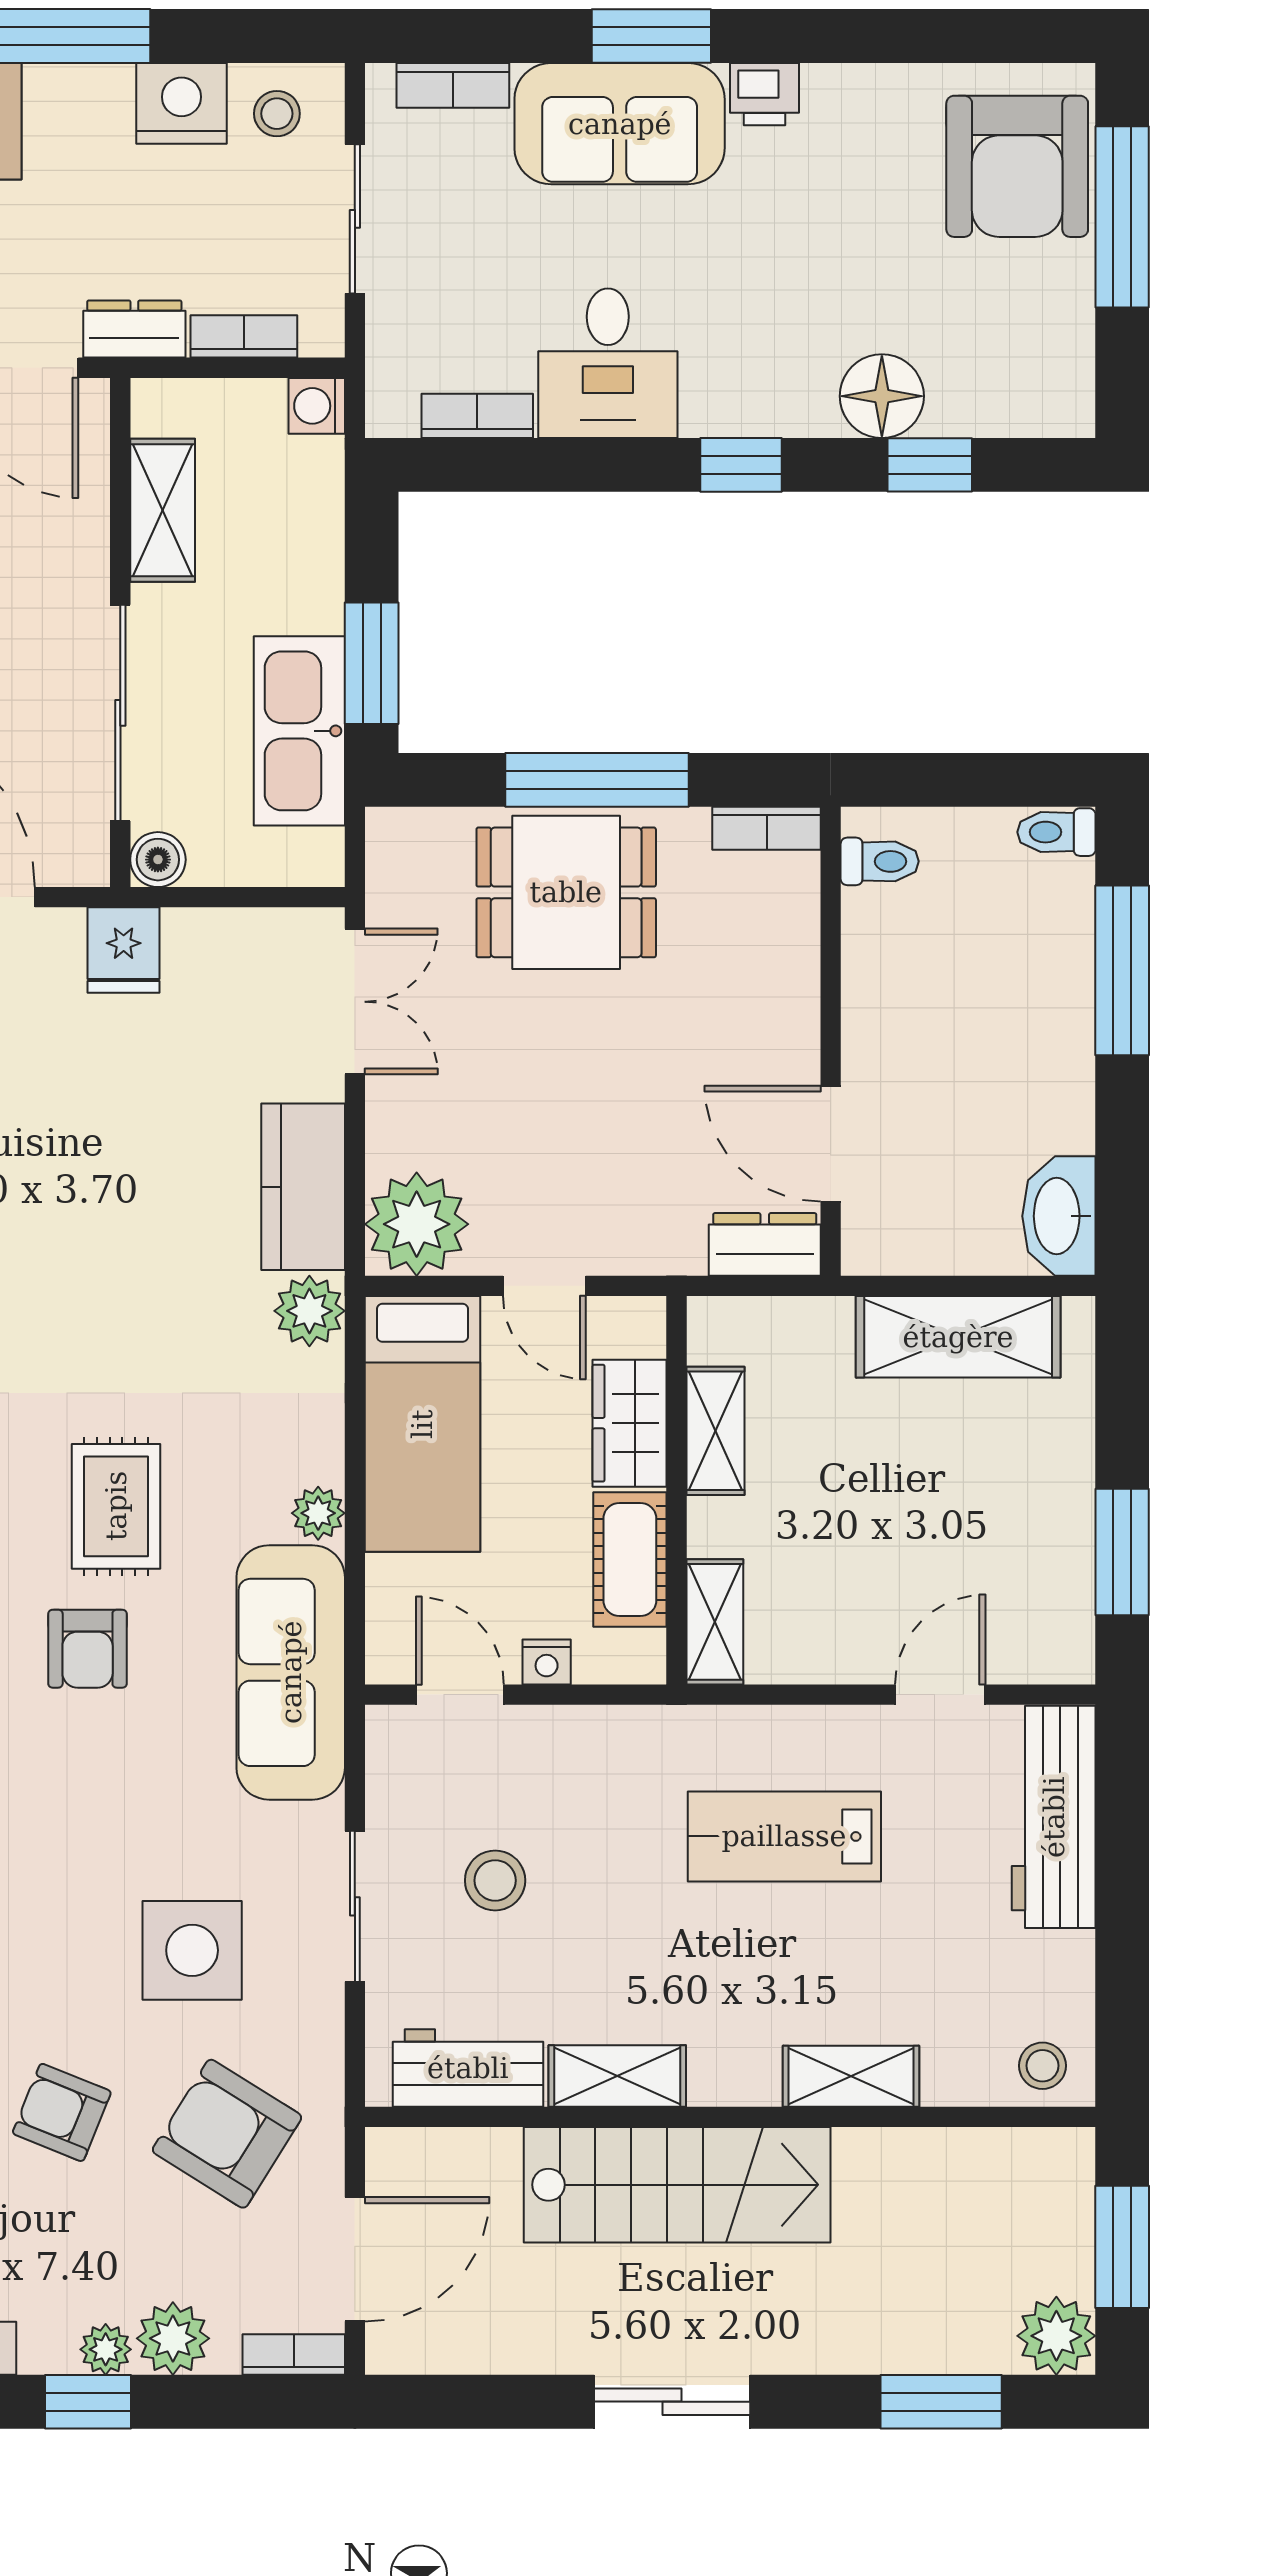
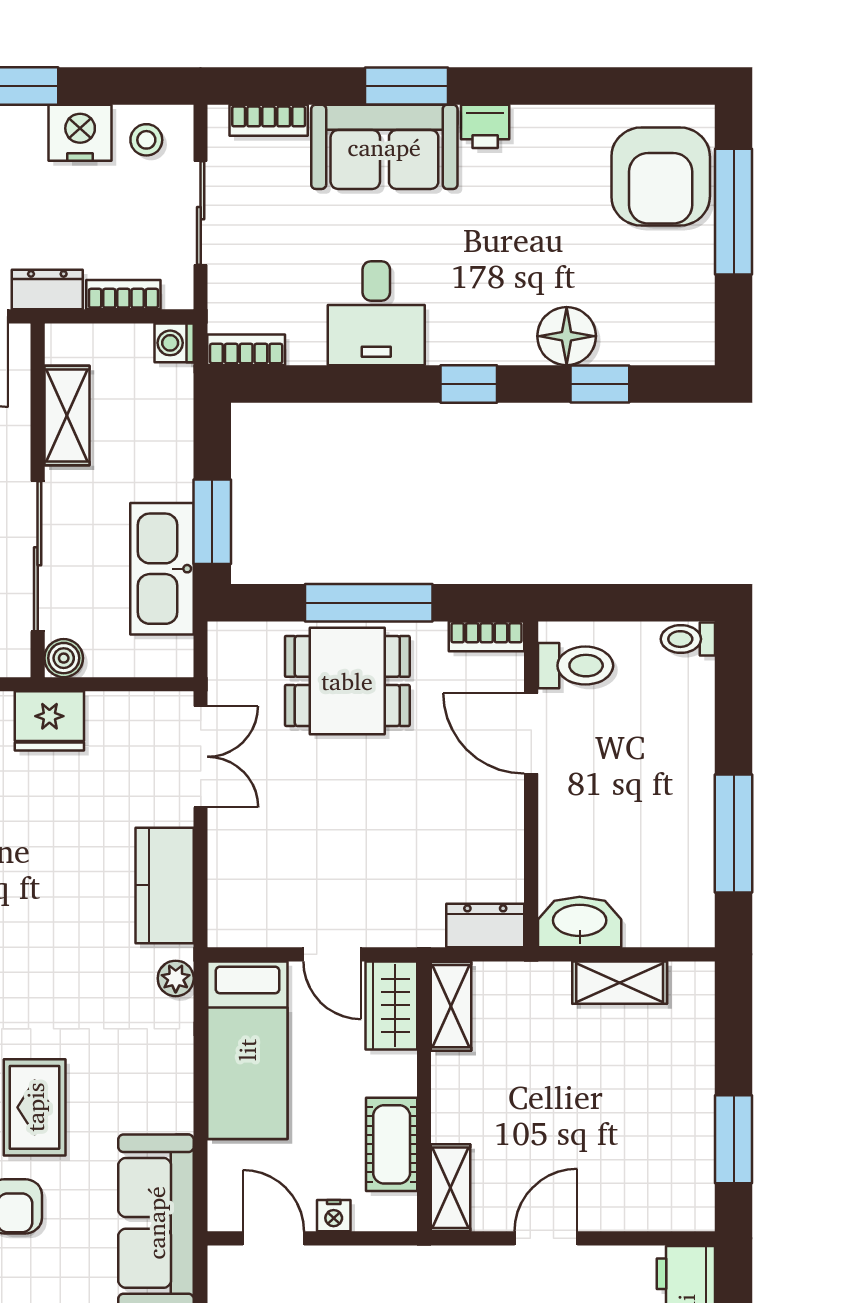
bookcase: (477, 416) -> (246, 350), moved
toilet: (880, 861) -> (576, 666), width x1.37, depth x1.39
fridge: (124, 950) -> (49, 721), width x1.38
window: (1122, 970) -> (734, 833), moved
door: (831, 1144) -> (531, 733), moved
washbasin: (1059, 1216) -> (580, 922), moved, turned 90
plant: (417, 1224) -> (243, 911), removed
plant: (309, 1311) -> (176, 978), width x0.73, depth x0.73
shelving: (958, 1337) -> (620, 983), width x0.67, depth x0.75
wardrobe: (630, 1423) -> (391, 1005), moved
shelving: (715, 1431) -> (451, 1006), moved
plant: (318, 1513) -> (175, 1112), removed
door: (940, 1695) -> (546, 1238), moved

